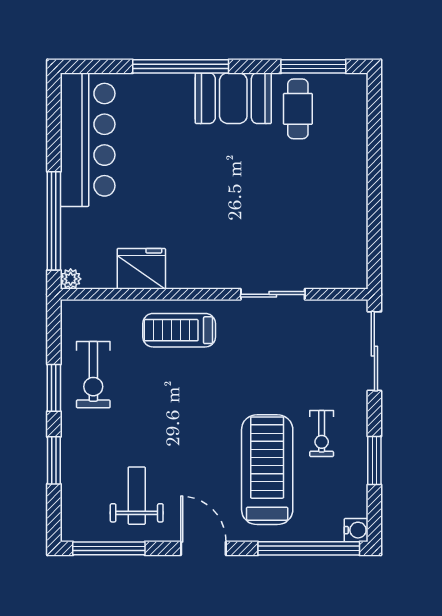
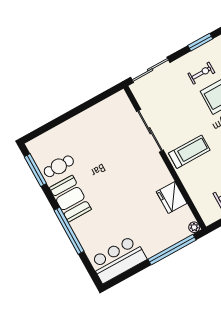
bar counter: (88, 140) -> (118, 259), width x0.73
sliding door: (273, 294) -> (150, 131), width x1.37
treadmill: (179, 330) -> (189, 152), moved, turned -90

